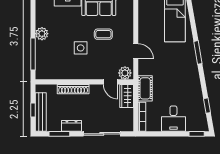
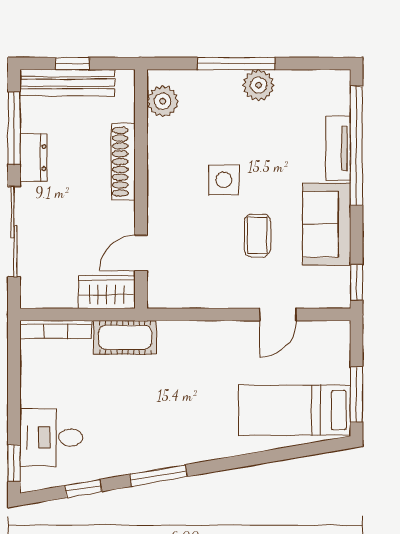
door: (136, 51) -> (278, 314), moved
window: (198, 52) -> (159, 475), moved
window: (33, 54) -> (236, 64), moved
plant: (125, 73) -> (163, 101), moved
desk: (173, 119) -> (51, 437), moved
window: (59, 134) -> (14, 128), width x1.44

